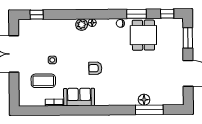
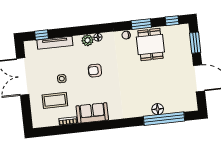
tv unit: (49, 24) -> (55, 43), added
armchair: (95, 68) -> (95, 71), moved
window: (149, 110) -> (164, 119), width x1.46

